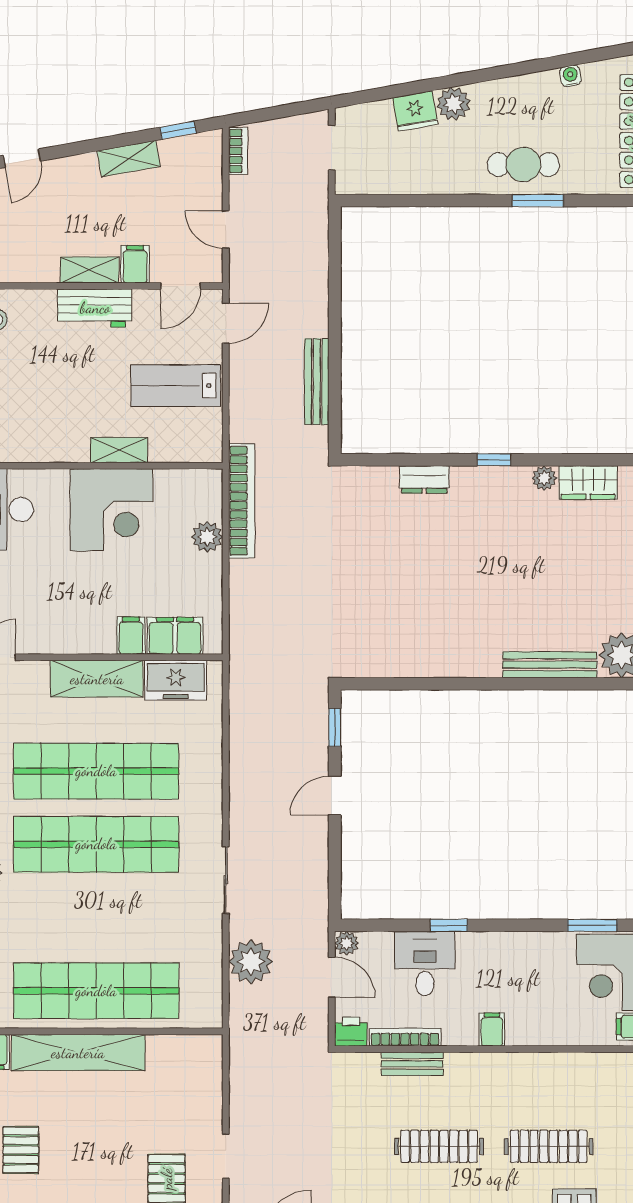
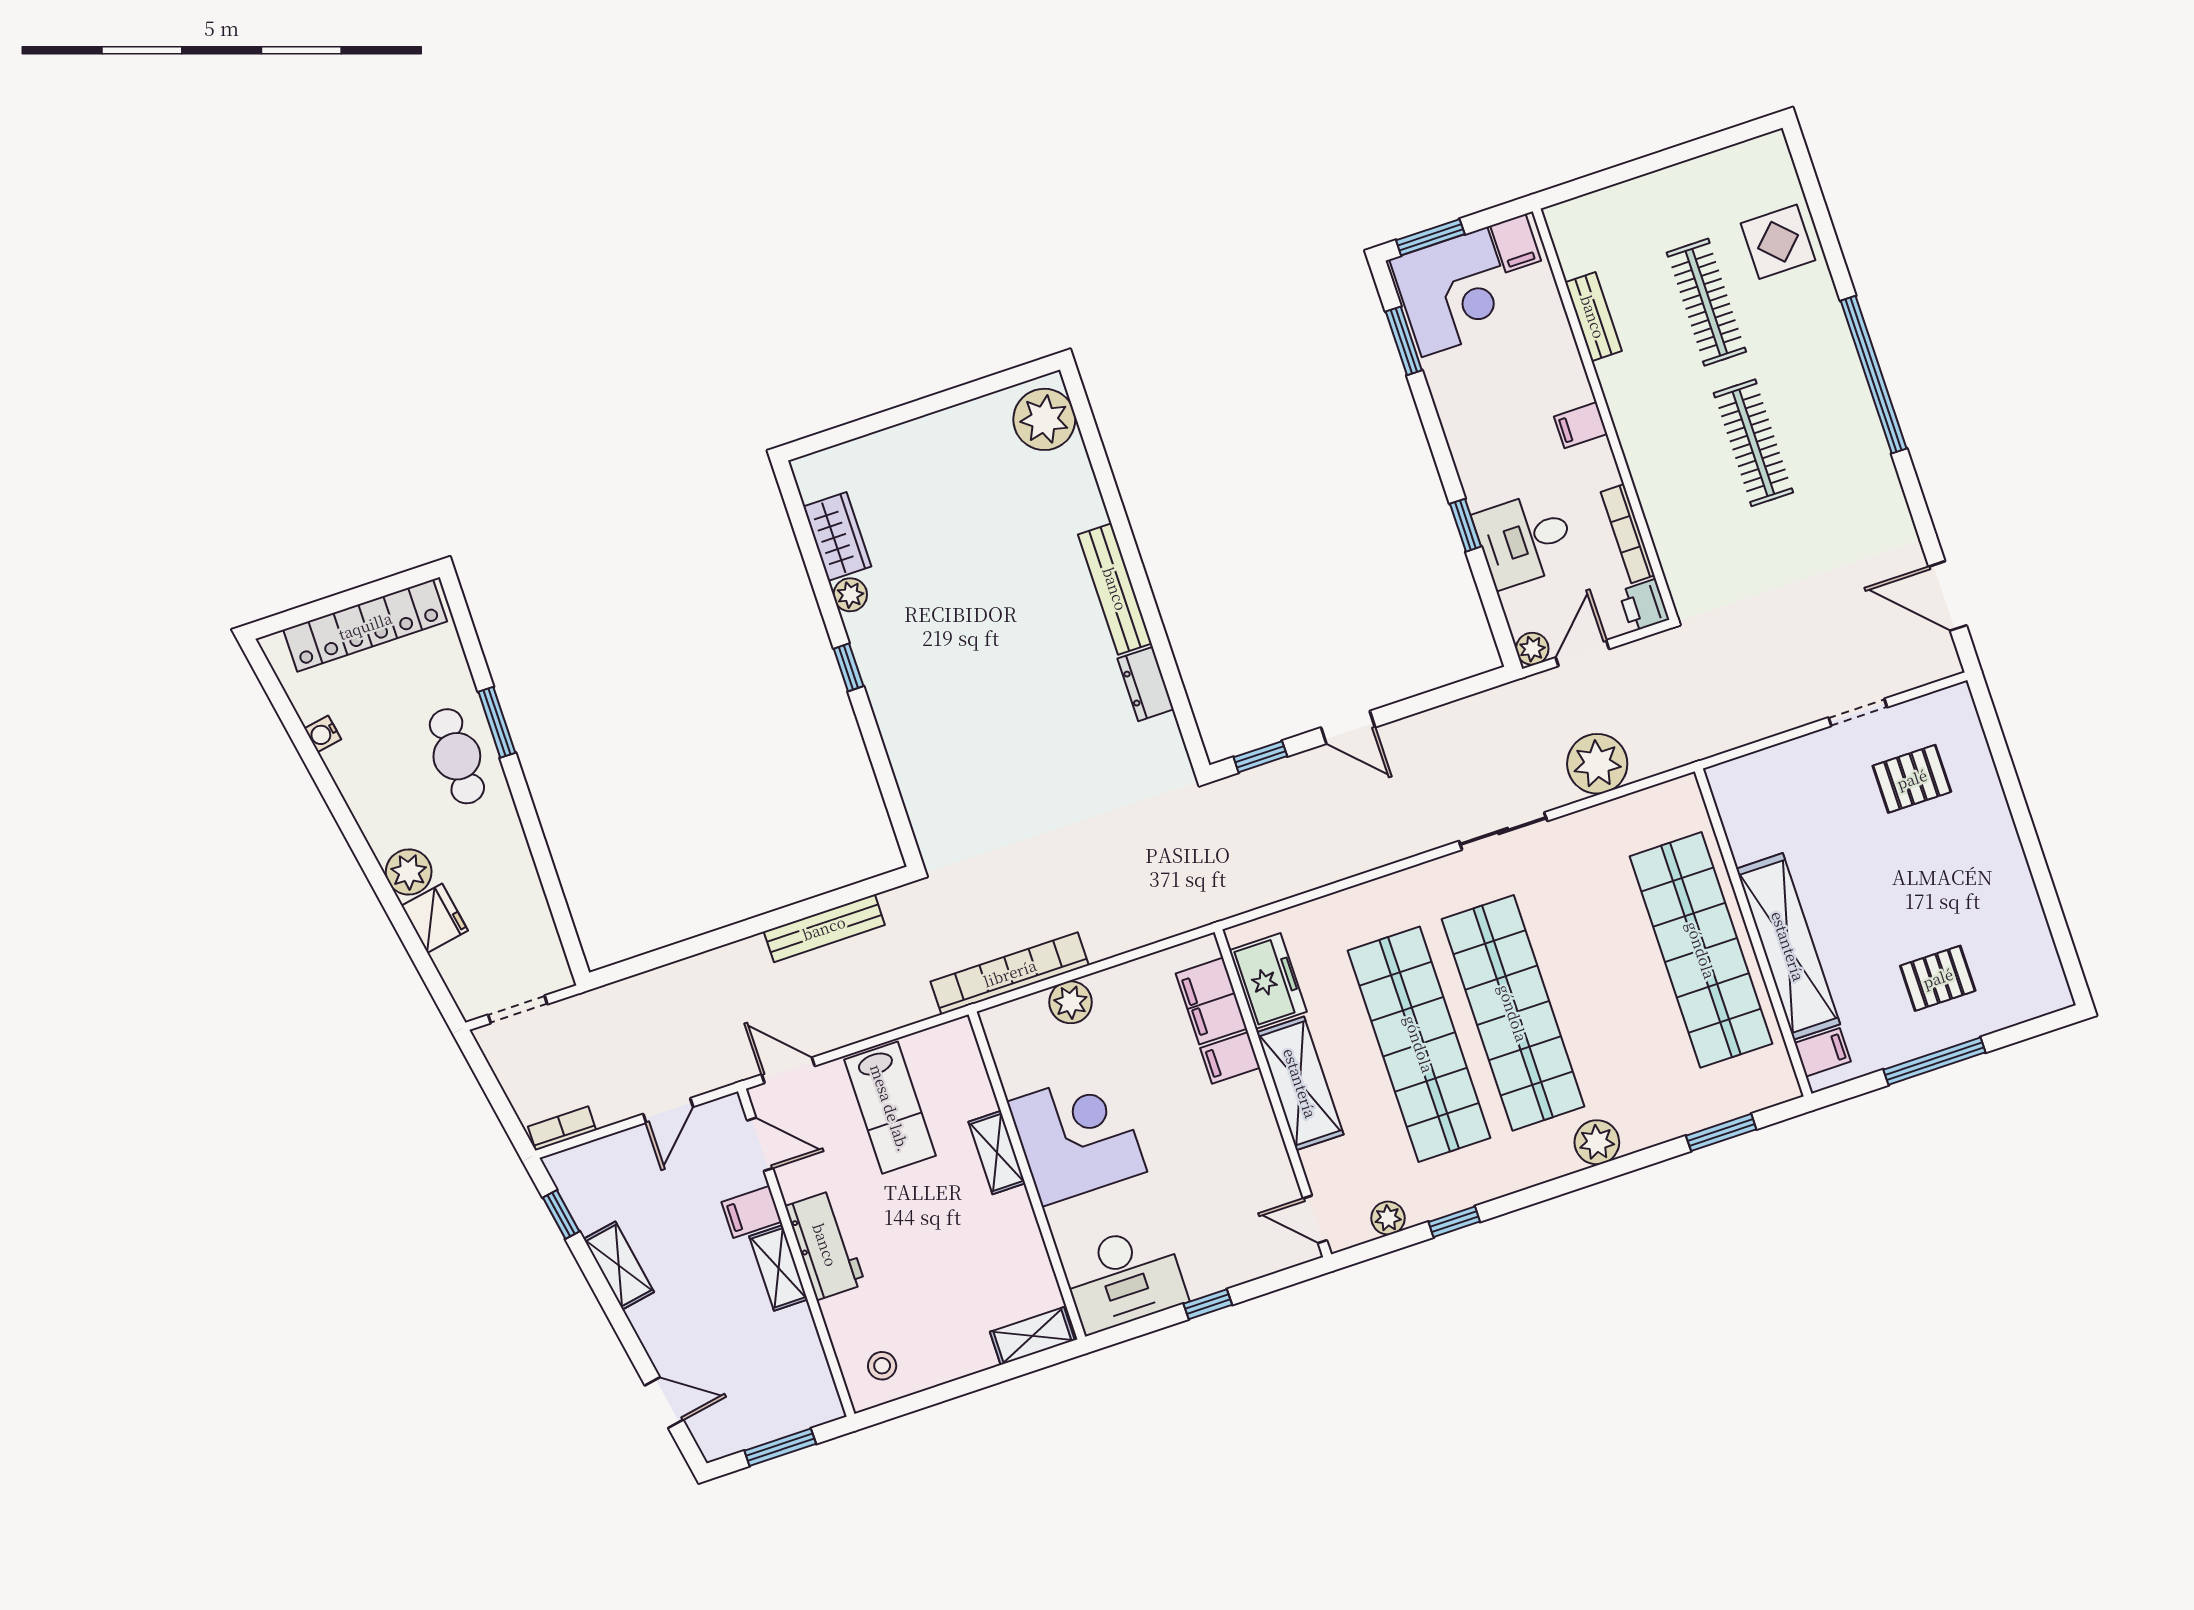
dresser: (424, 479) -> (1146, 684), moved, turned 180
bench: (550, 665) -> (1115, 589), moved
bench: (412, 1064) -> (1593, 317), moved

